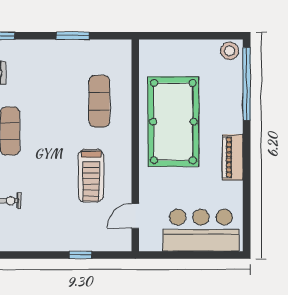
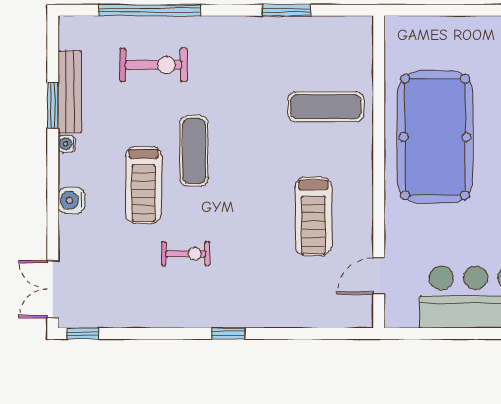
exercise mat: (99, 101) -> (326, 107), turned 90
window: (81, 255) -> (228, 334), moved

